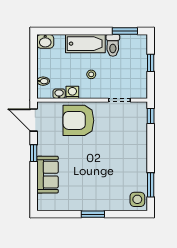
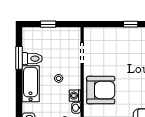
window: (125, 31) -> (19, 58), moved
window: (151, 116) -> (131, 24), moved
armchair: (78, 120) -> (101, 90), turned -90

